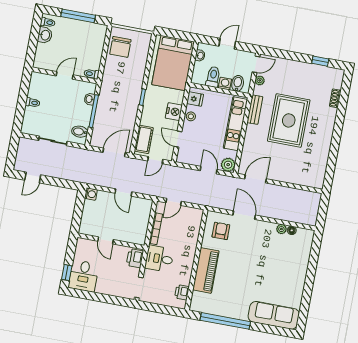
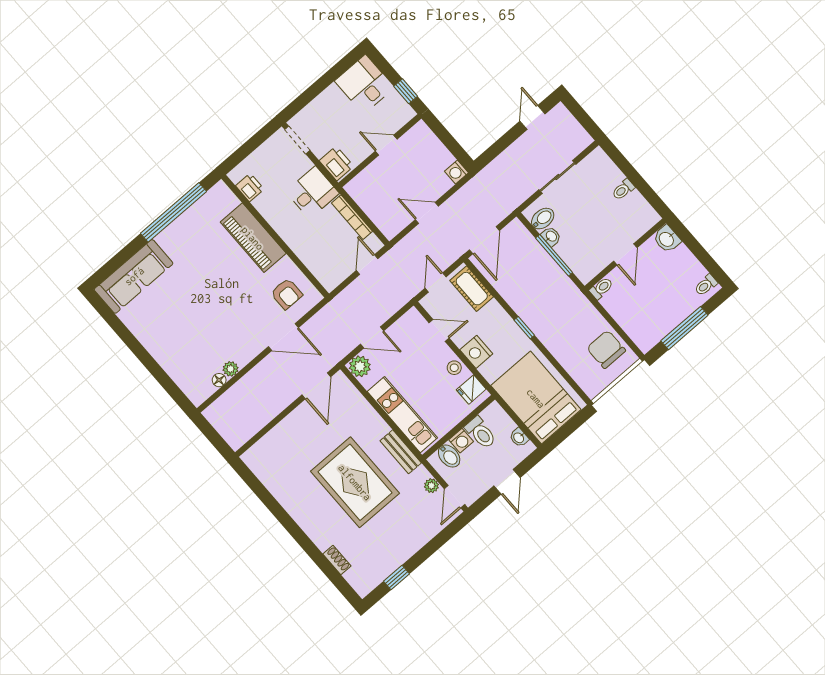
washbasin: (45, 35) -> (667, 239), moved
washbasin: (89, 99) -> (551, 236), moved
window: (67, 273) -> (406, 91), moved

